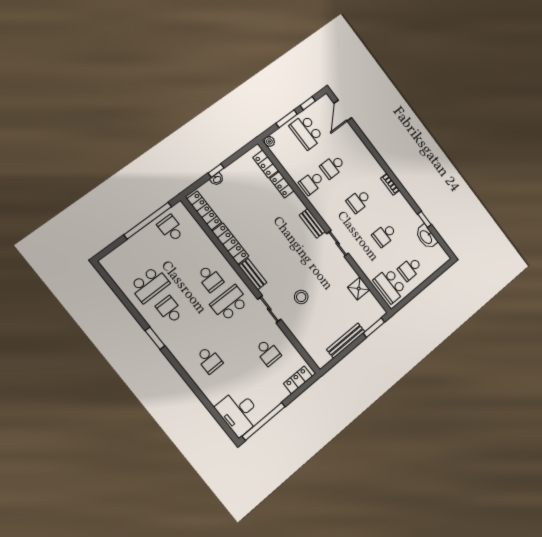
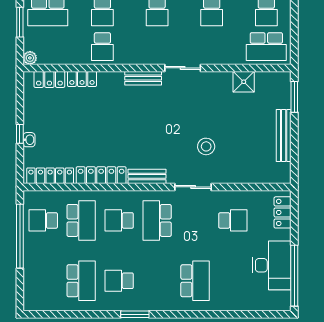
school desk: (190, 253) -> (81, 220), added
school desk: (210, 278) -> (119, 220), turned 180
school desk: (209, 360) -> (195, 281), width x1.85
desk: (239, 412) -> (272, 265), moved, turned -90

